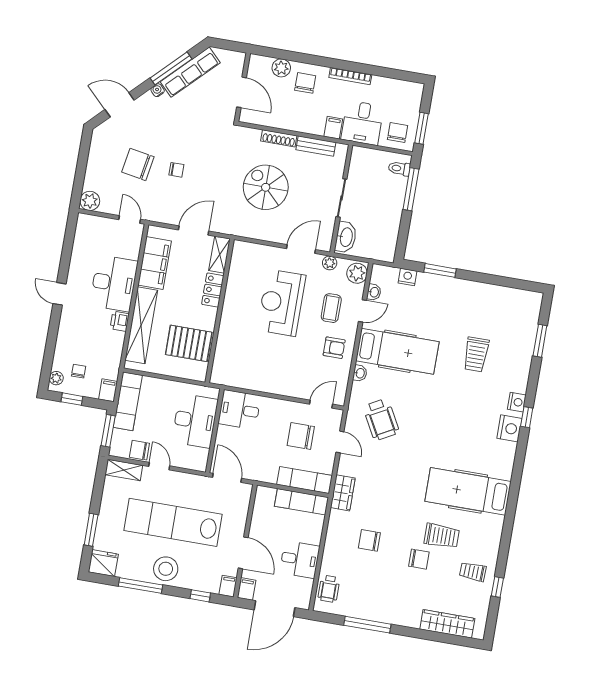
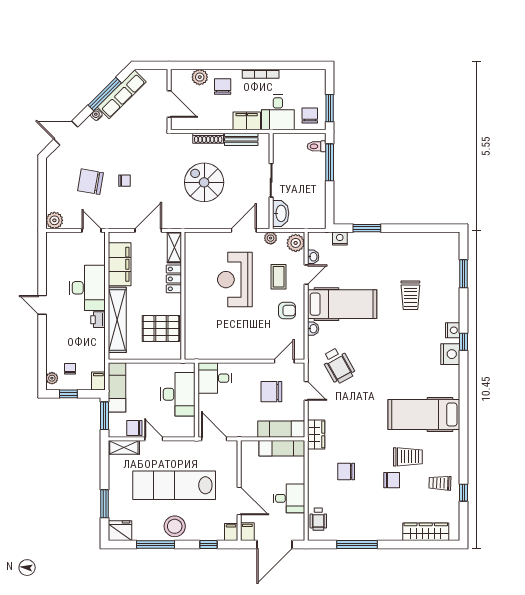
filing cabinet: (333, 128) -> (247, 121), width x2.00

